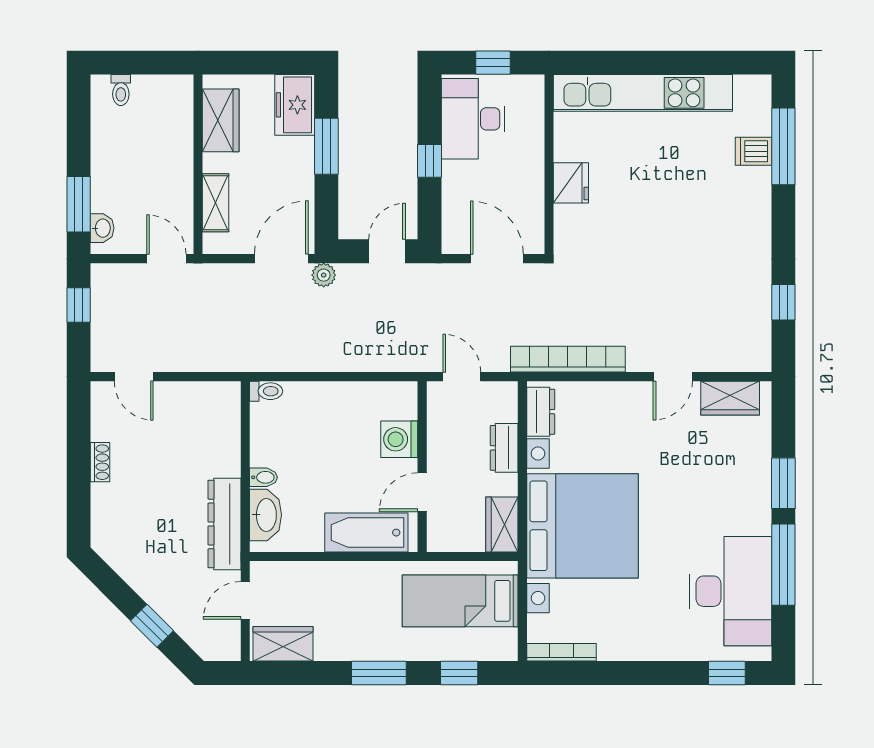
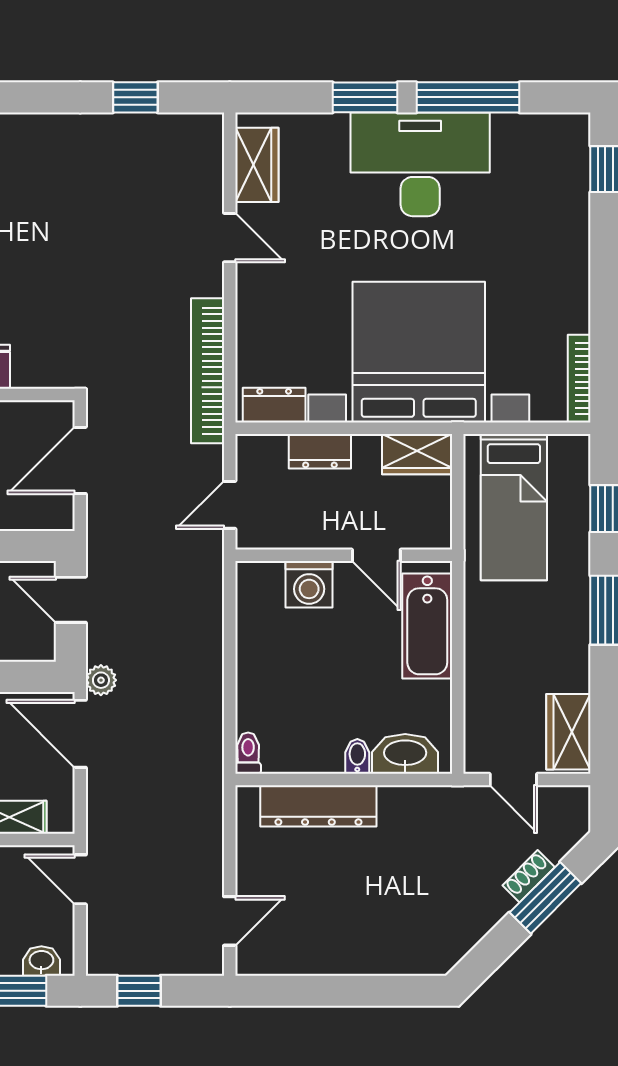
door: (166, 259) -> (80, 879), hinge flipped
shoe rack: (100, 462) -> (529, 876), moved, turned -45
dresser: (224, 524) -> (318, 806), moved
desk: (731, 591) -> (420, 164), moved
window: (152, 626) -> (545, 898), width x1.50

